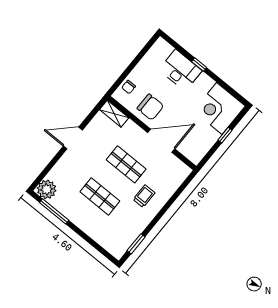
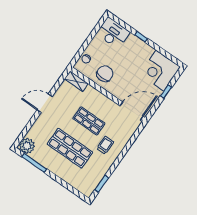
desk: (180, 70) -> (113, 33), moved
chair: (150, 107) -> (105, 74), turned -90
door: (161, 141) -> (132, 111), moved
shop shelf: (100, 196) -> (70, 148), width x1.43, depth x1.36

